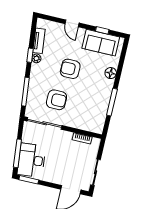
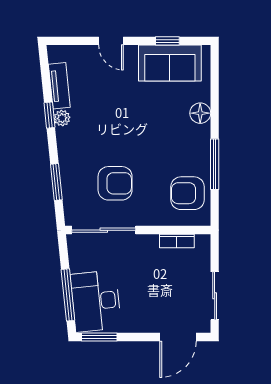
armchair: (70, 69) -> (188, 193), moved
window: (25, 92) -> (56, 182), width x0.69

